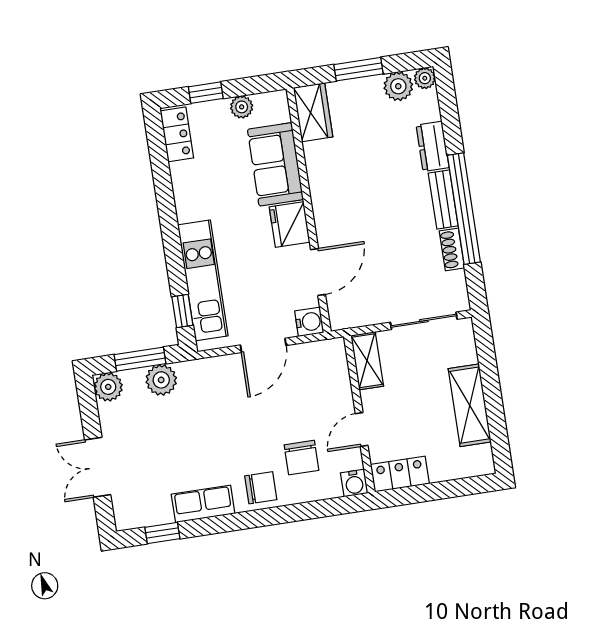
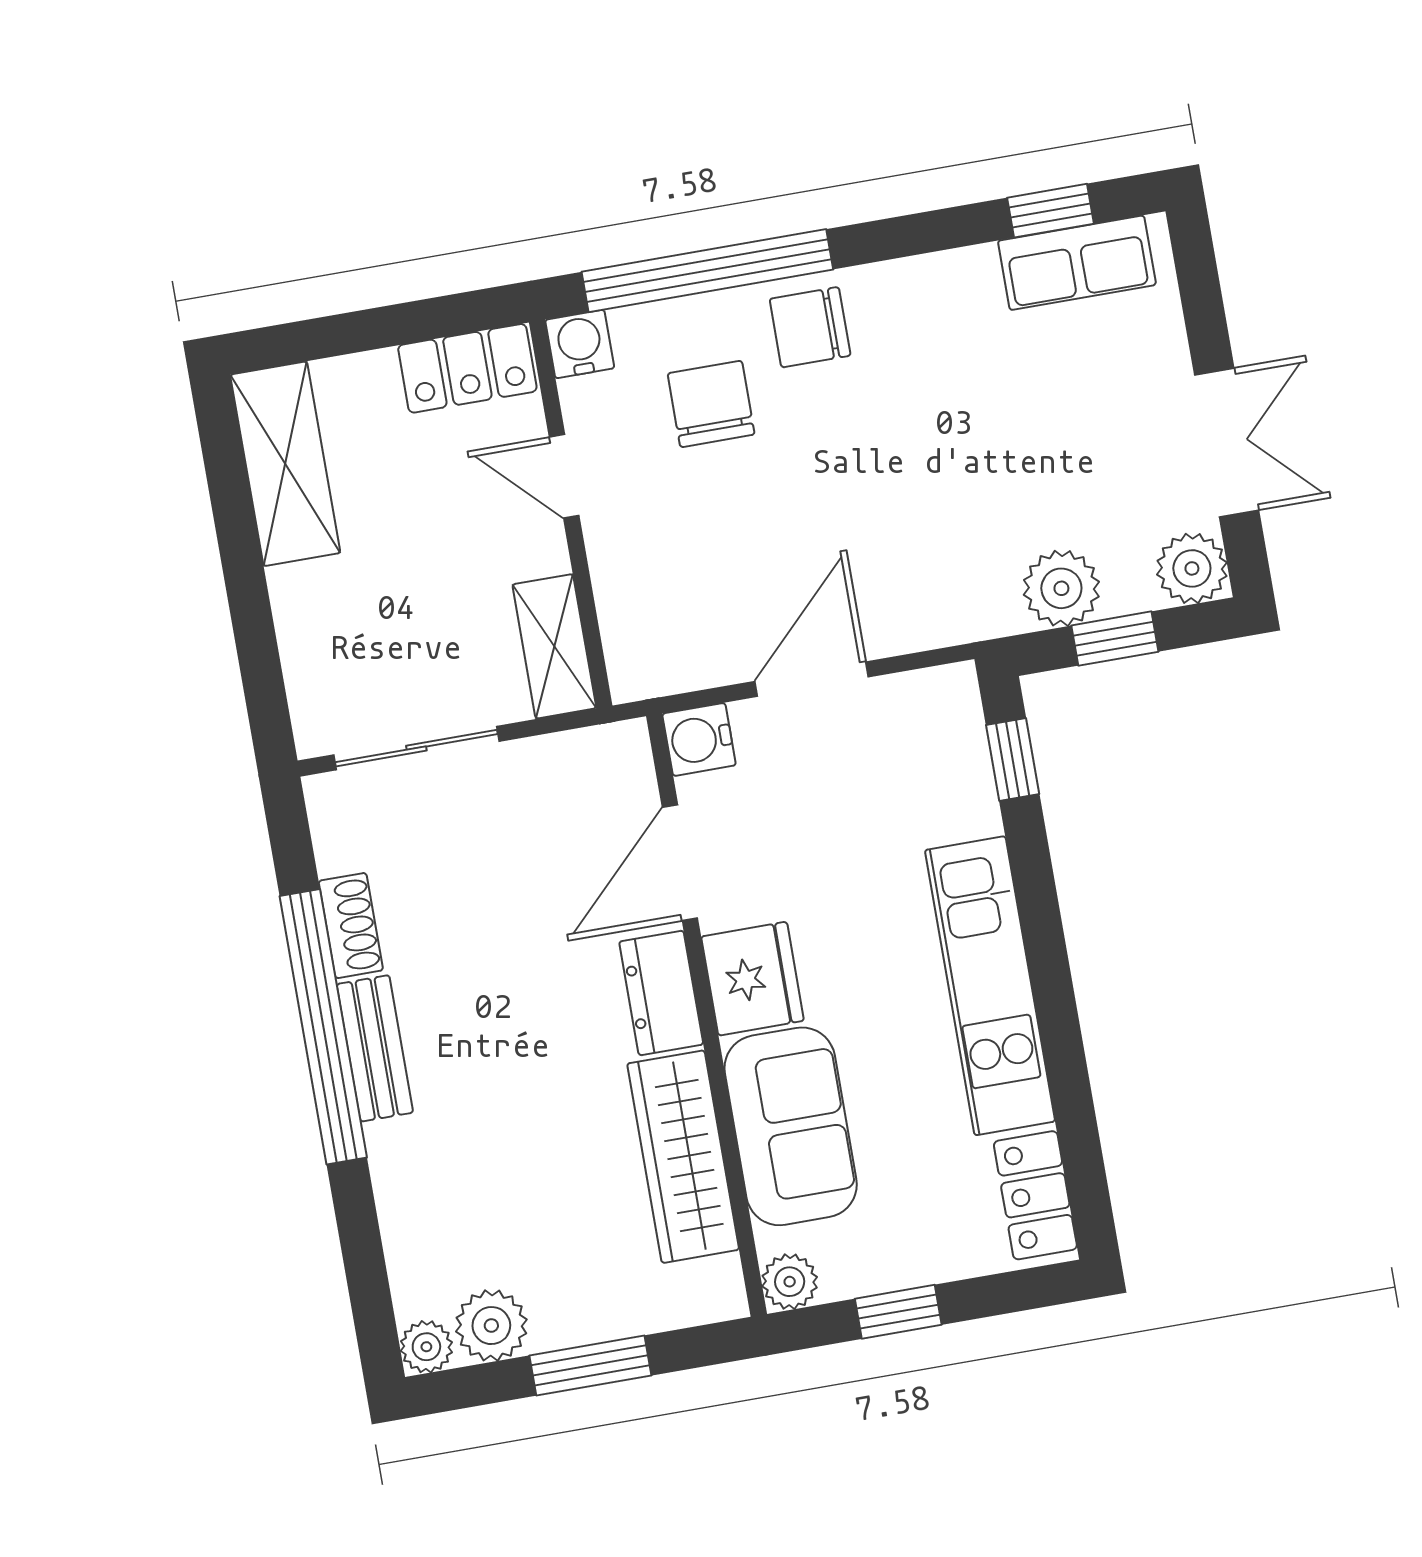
window: (206, 93) -> (898, 1312), moved
plant: (242, 107) -> (790, 1282), moved
wardrobe: (313, 112) -> (683, 1157), moved, width x1.50
dresser: (433, 146) -> (661, 993), moved, turned 180
kitchen unit: (203, 280) -> (990, 986), moved
window: (140, 359) -> (1115, 639), width x0.67
shelving: (470, 405) -> (285, 464), moved
door: (362, 429) -> (564, 476), swing flipped
double door: (98, 467) -> (1227, 443), moved
row of seats: (203, 504) -> (1077, 263), moved
window: (302, 512) -> (707, 271), added

